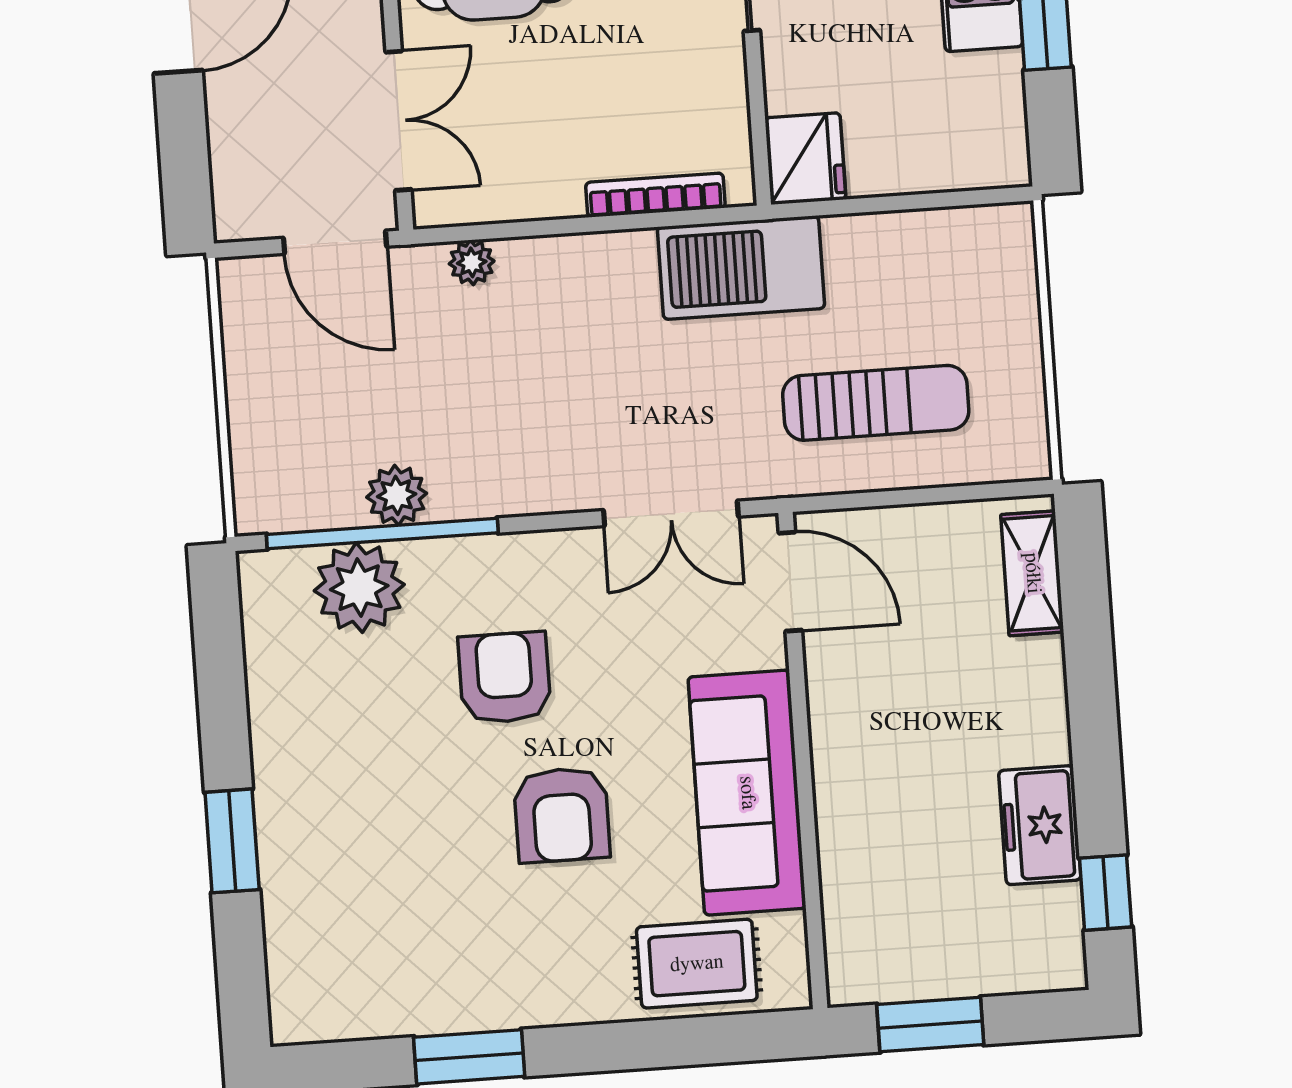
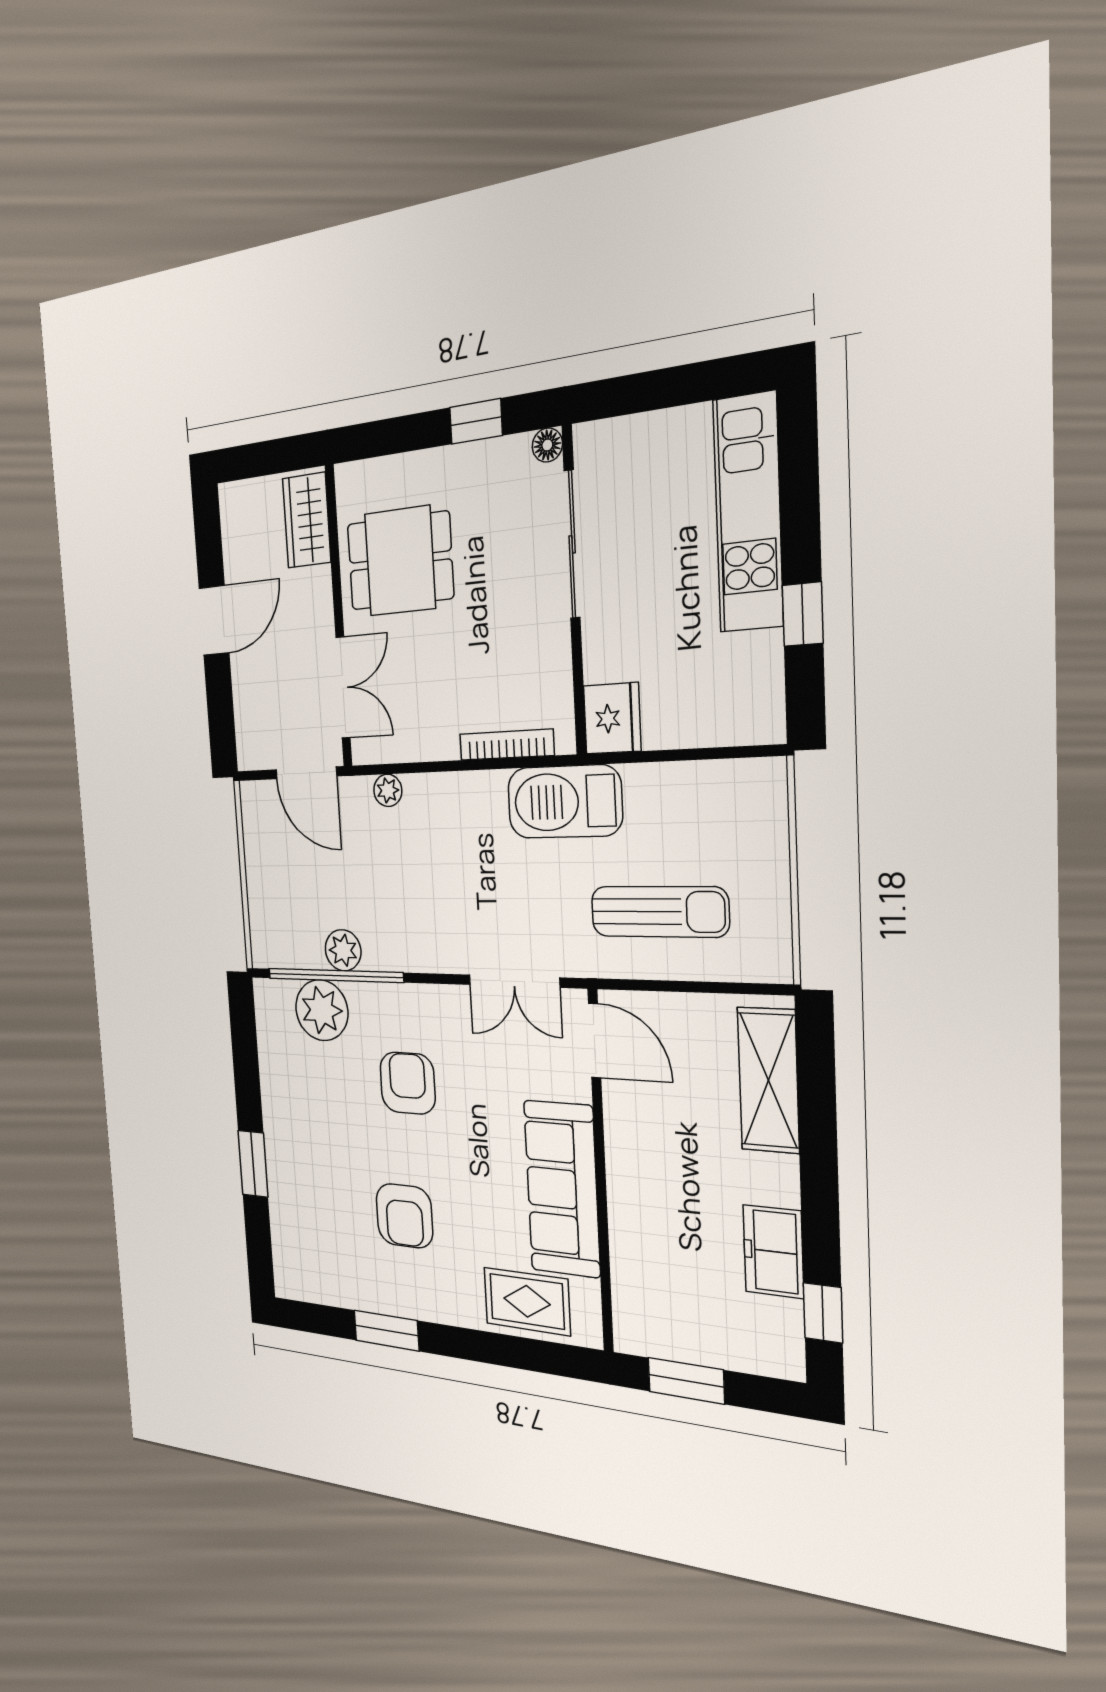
shelving: (1032, 573) -> (768, 1080), width x1.50, depth x1.33
armchair: (562, 815) -> (404, 1216), moved

